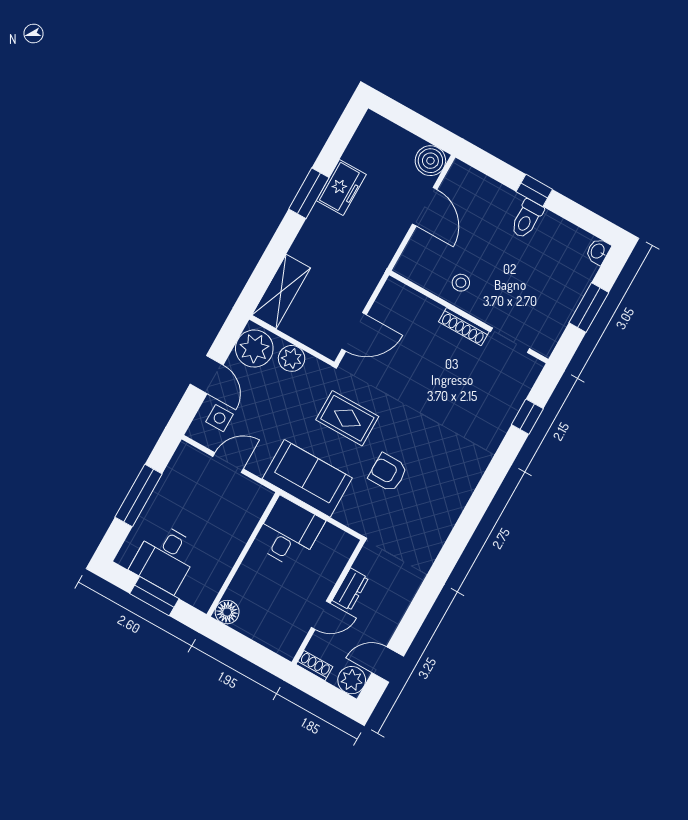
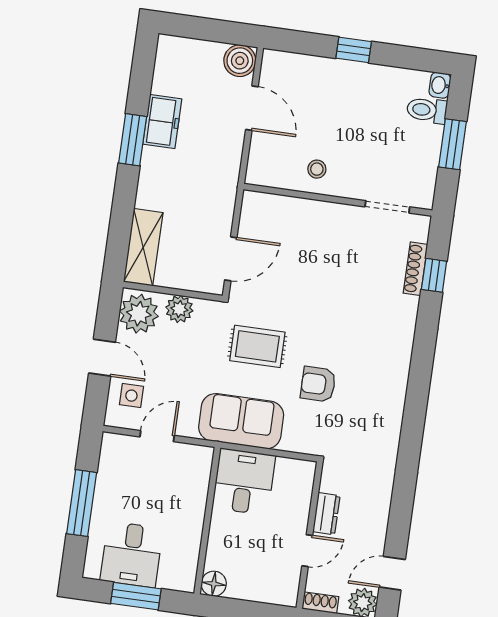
toilet: (527, 219) -> (427, 110), moved, turned 90
shoe rack: (464, 327) -> (415, 269), moved, turned 90

